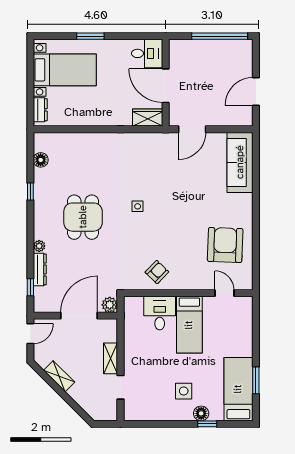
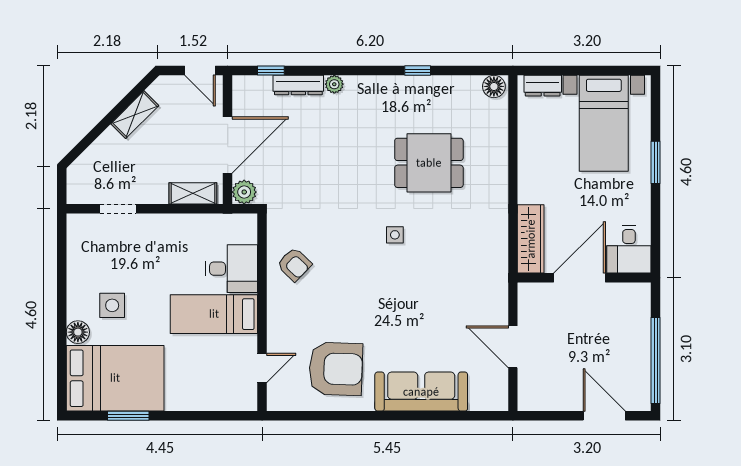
door: (256, 91) -> (604, 416), moved
wardrobe: (148, 118) -> (531, 239), width x1.50
door: (192, 129) -> (513, 347), moved
floor lamp: (41, 160) -> (494, 86), moved
sofa: (240, 162) -> (421, 392), moved
dining table: (83, 217) -> (429, 163), moved
door: (79, 316) -> (228, 145), hinge flipped
shelving: (111, 358) -> (193, 193), moved
bed: (238, 389) -> (115, 378), width x1.50
window: (207, 424) -> (62, 342), removed

